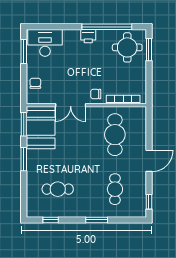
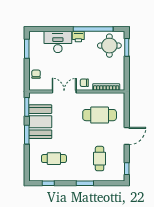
desk: (45, 43) -> (58, 42), moved
double door: (71, 105) -> (64, 92), swing flipped
booth: (41, 128) -> (40, 122), moved
cafe table: (115, 135) -> (100, 115), turned 90

